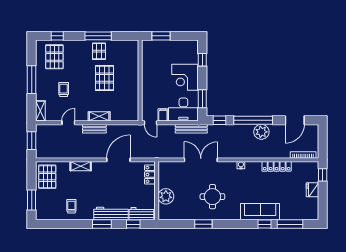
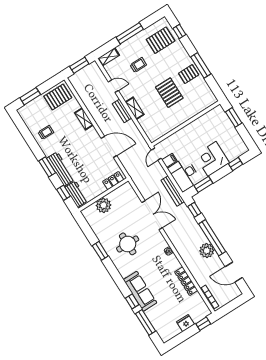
pallet: (104, 78) -> (169, 93), turned 90

